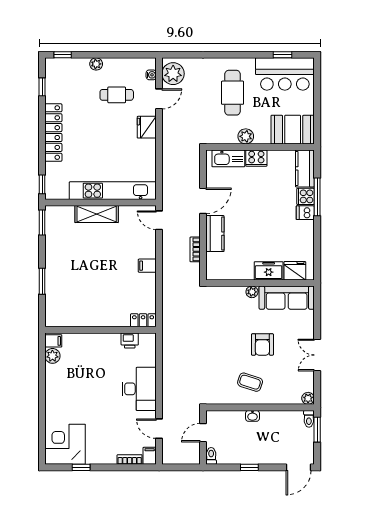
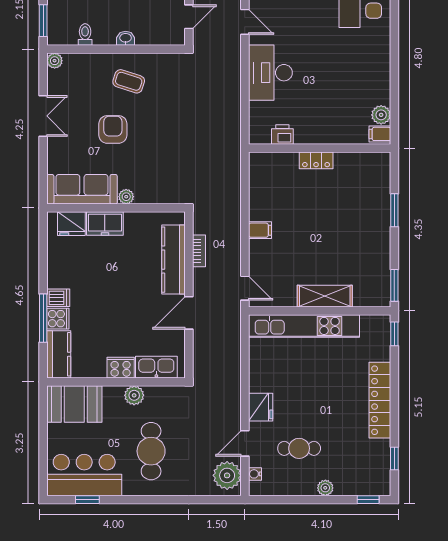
kitchen counter: (215, 234) -> (174, 260), width x1.50
locker: (143, 320) -> (316, 160), moved
toilet: (309, 419) -> (85, 34), moved

